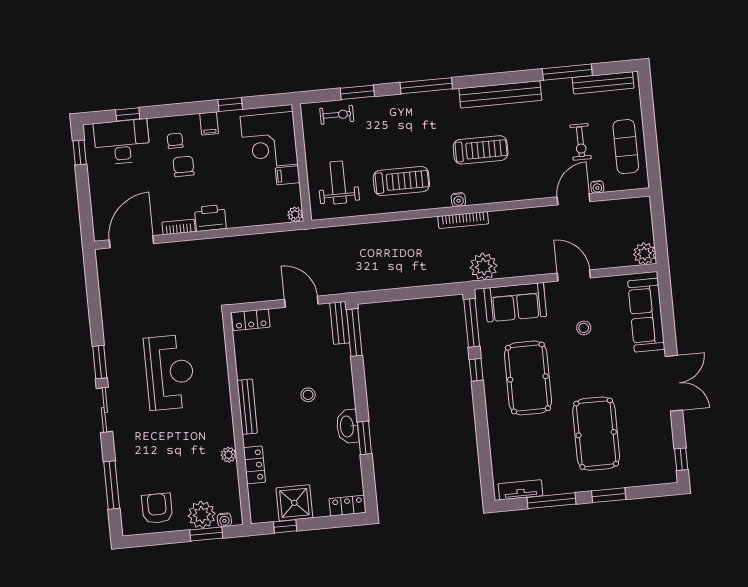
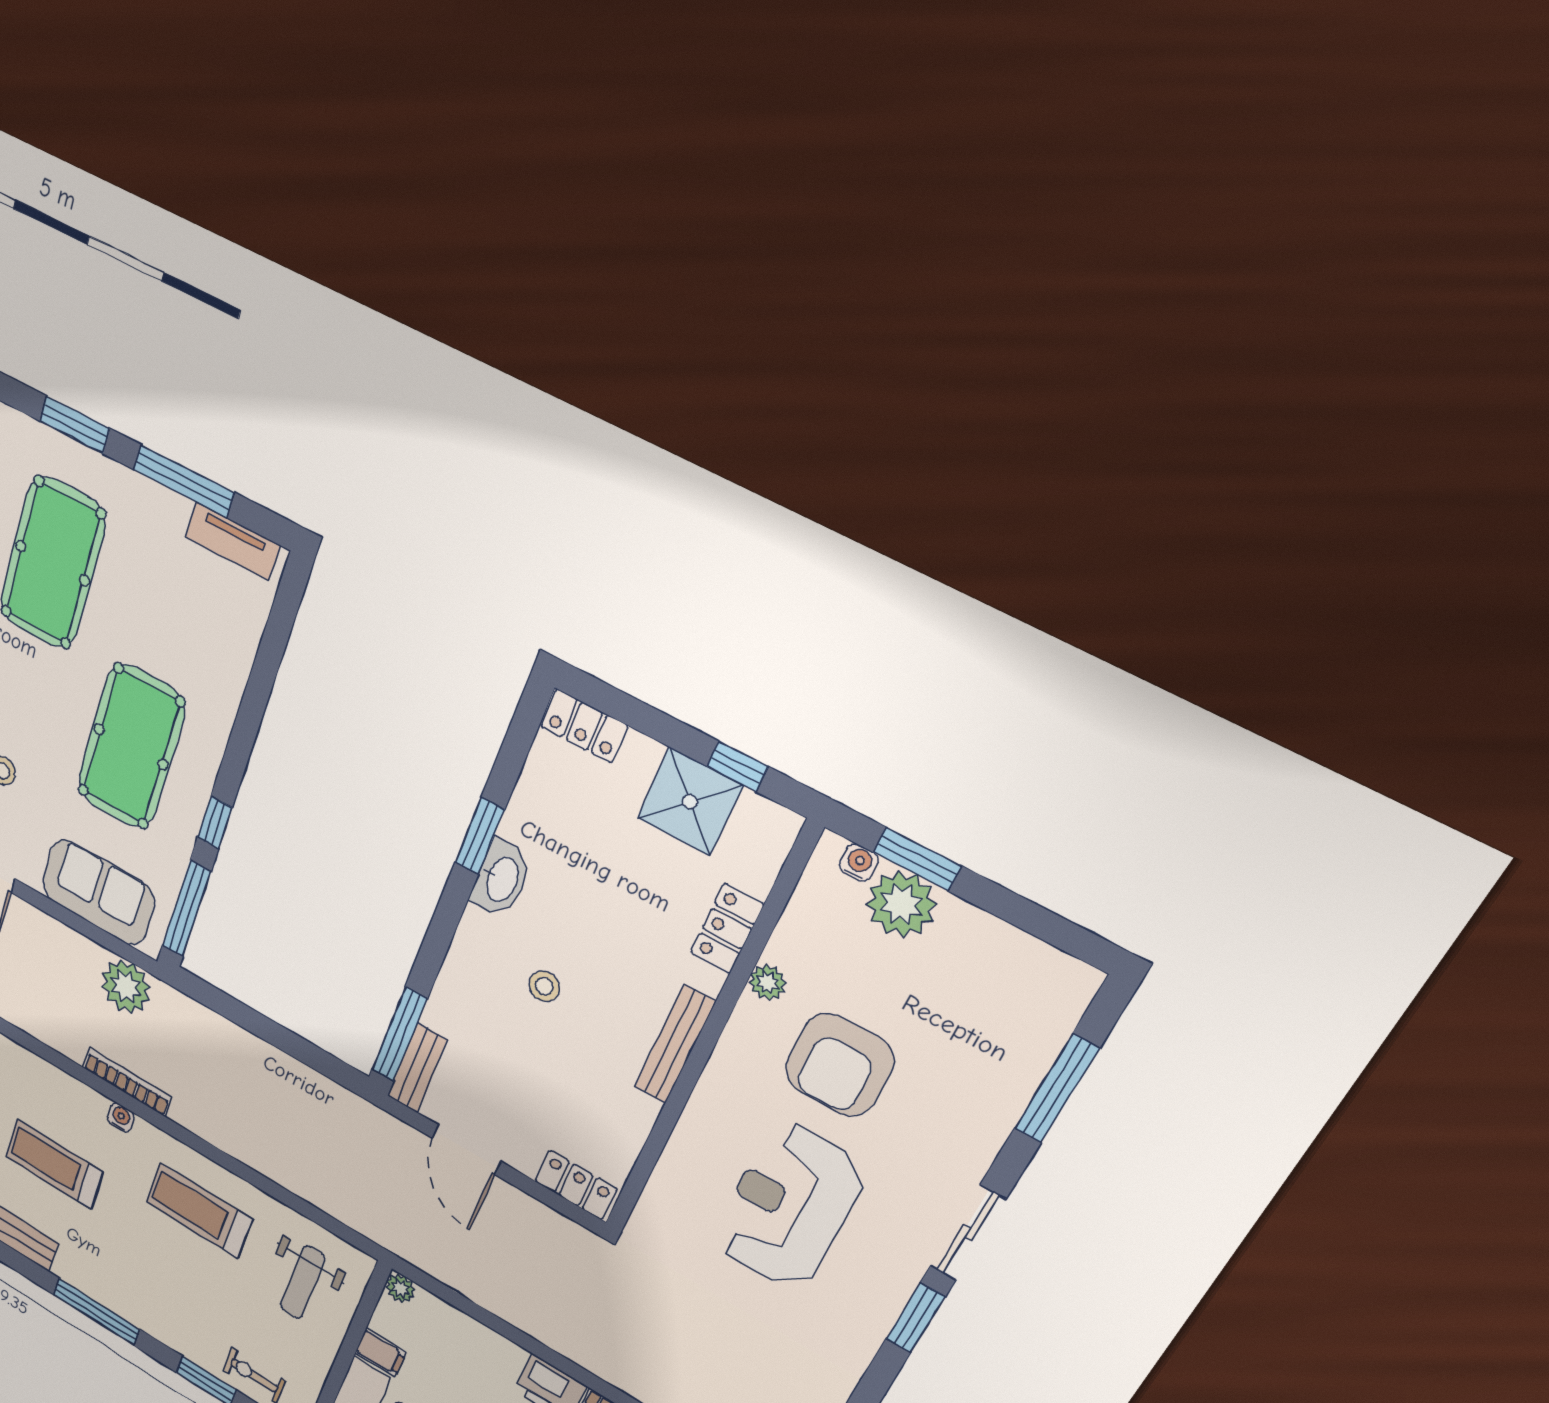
armchair: (157, 508) -> (839, 1065), moved, width x1.36, depth x1.36

